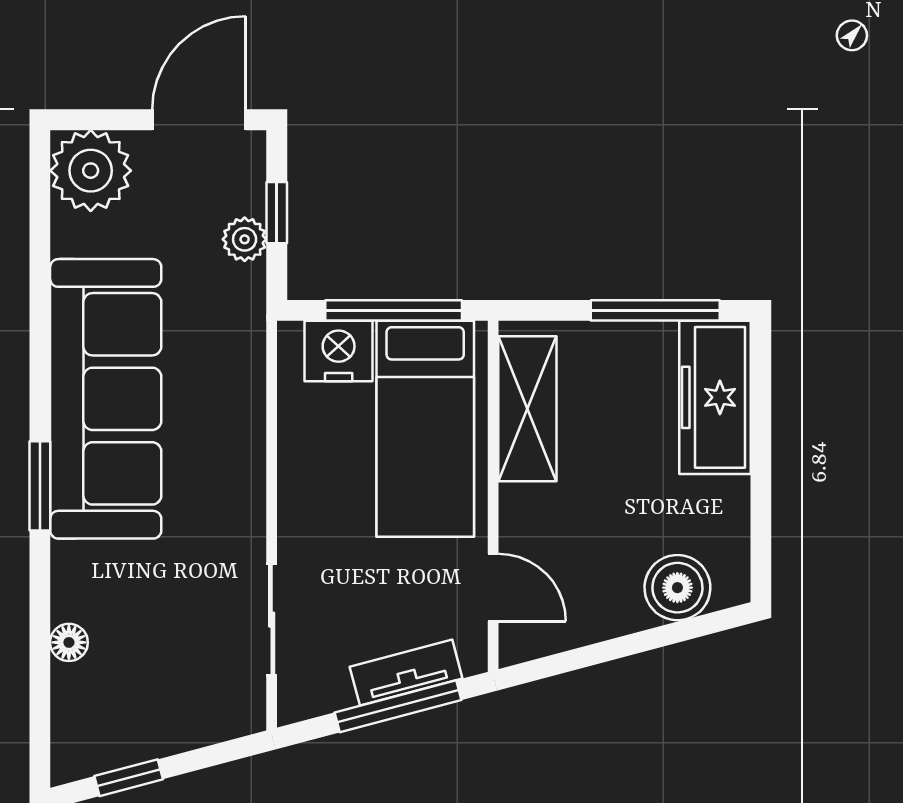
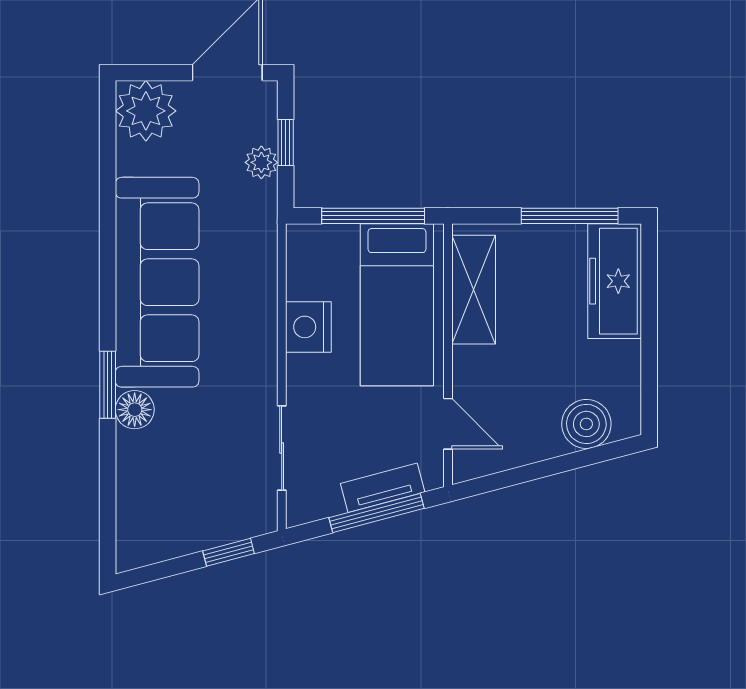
nightstand: (339, 351) -> (308, 327), moved, turned -90
window: (40, 486) -> (108, 385), moved
floor lamp: (69, 642) -> (135, 410), moved, width x1.37, depth x1.37
window: (129, 778) -> (229, 552), moved

